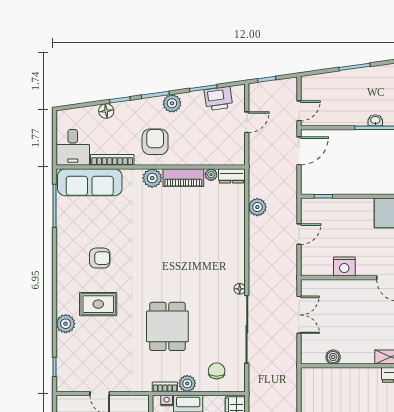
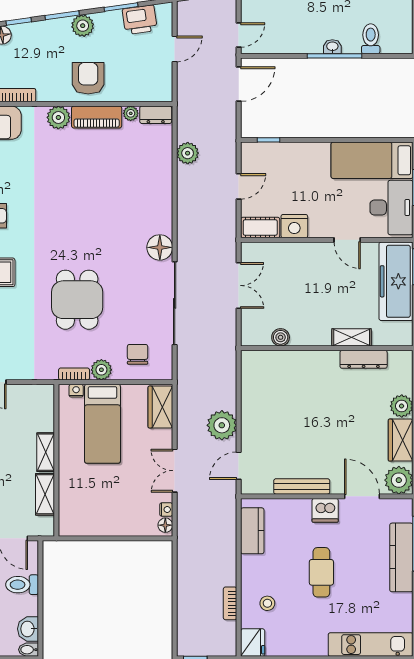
armchair: (155, 142) -> (88, 78), moved
cot: (317, 268) -> (260, 227), added
floor lamp: (240, 289) -> (160, 247), width x1.89, depth x1.89

